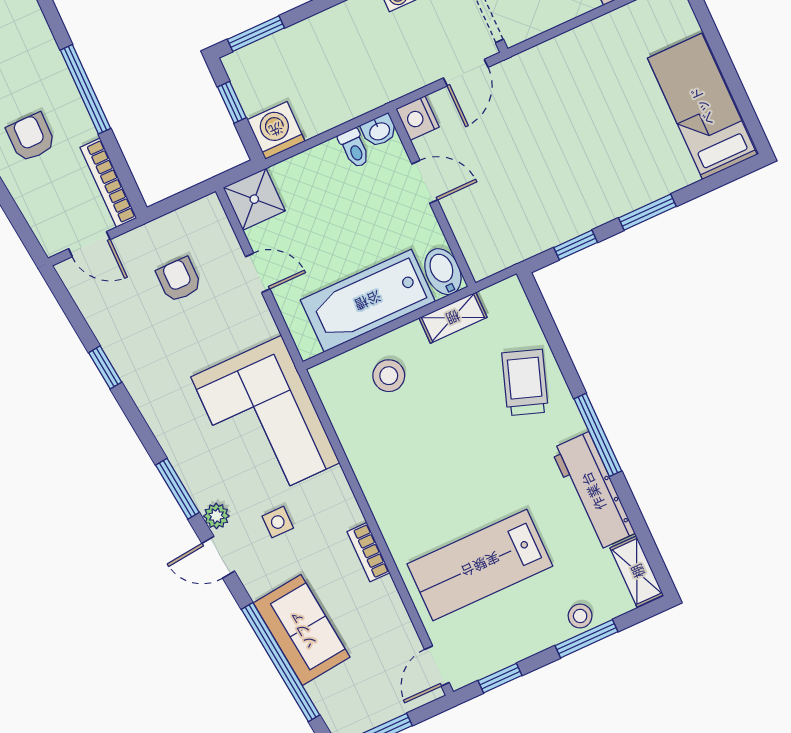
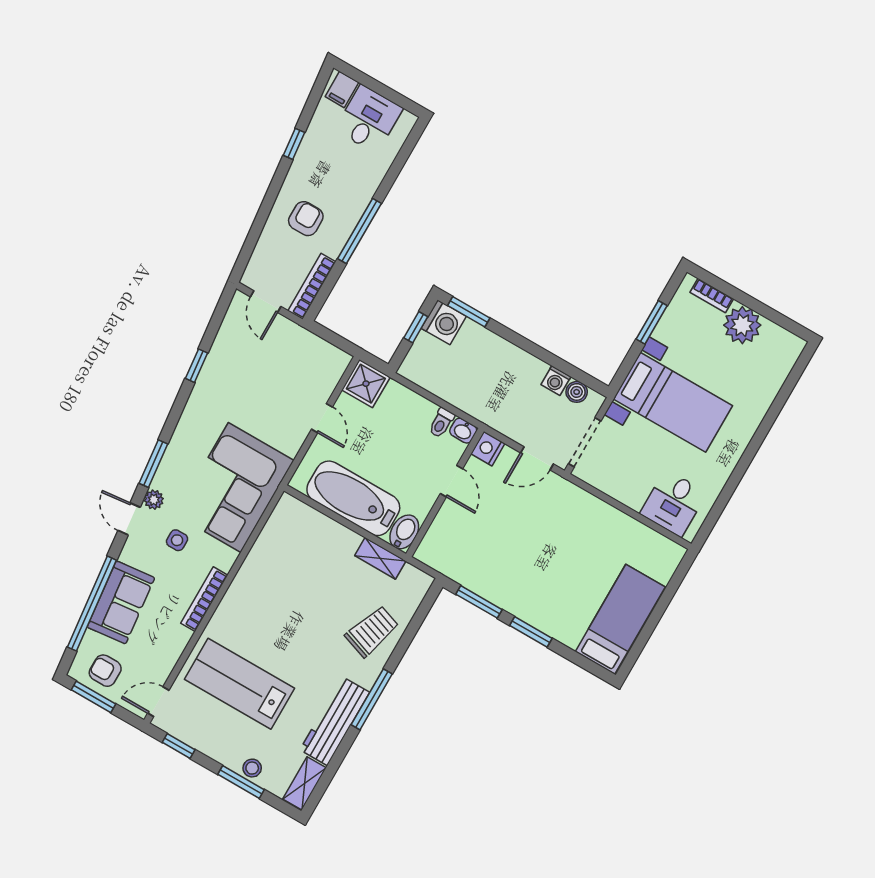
washing machine: (276, 130) -> (444, 322), moved, turned 90
window: (576, 245) -> (479, 602), width x1.50
armchair: (179, 280) -> (105, 671), moved, turned -90
stool: (389, 376) -> (316, 544), removed
bookcase: (368, 552) -> (204, 599), width x1.56

